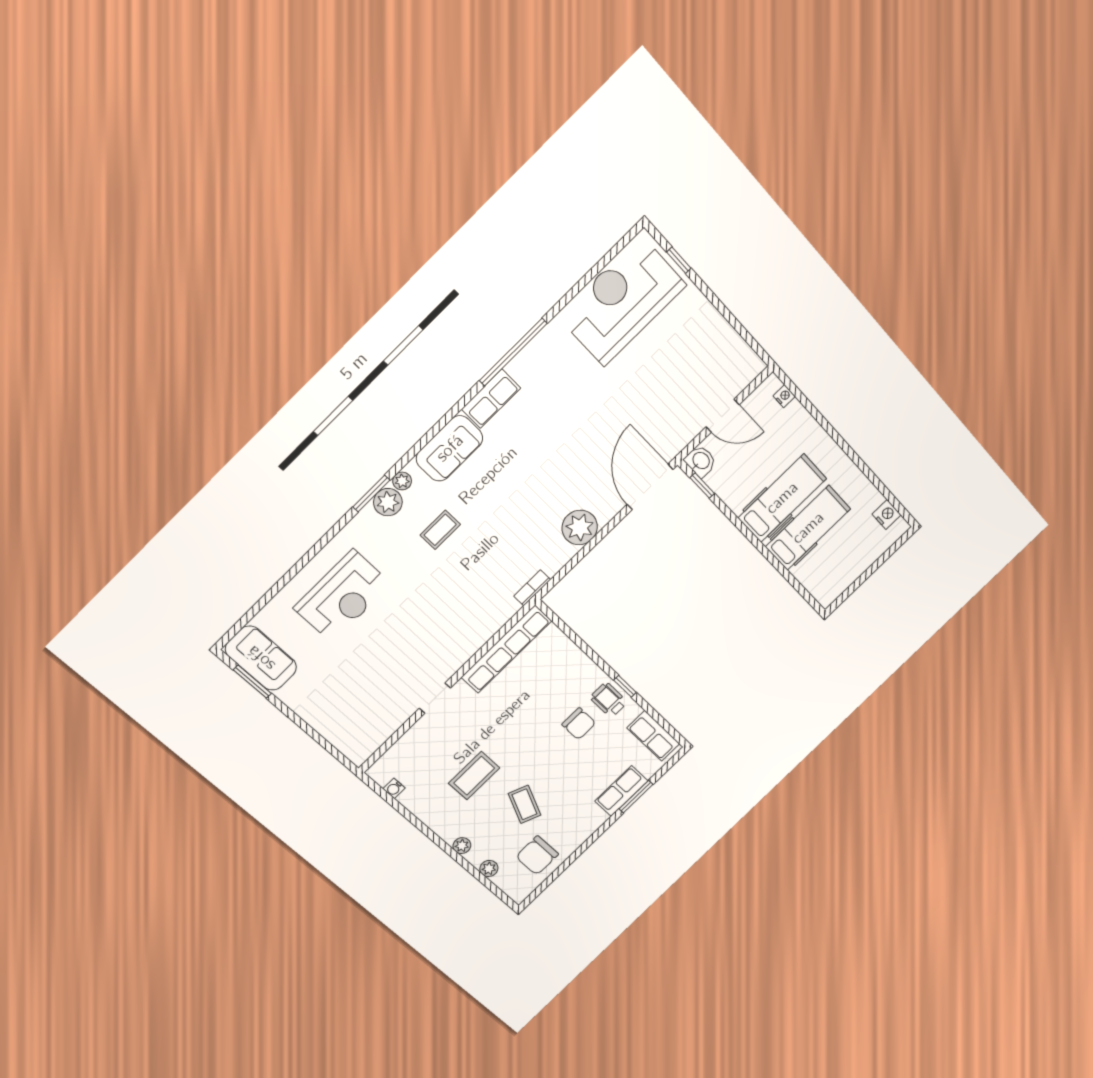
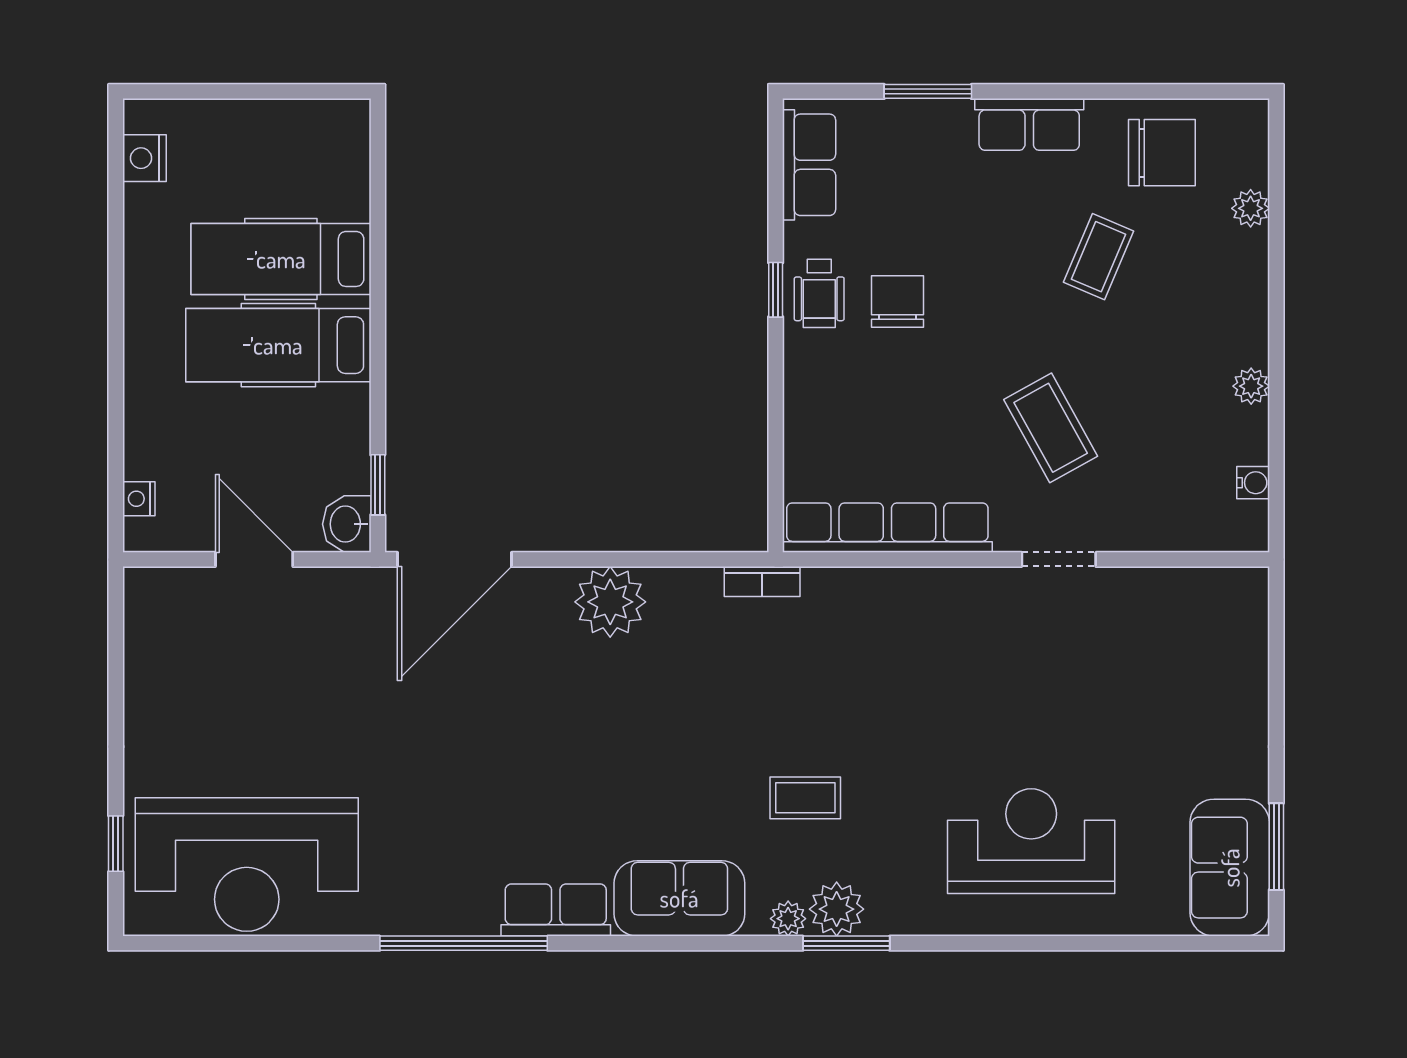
coffee table: (474, 776) -> (1051, 428), moved, turned 61
row of seats: (621, 791) -> (1029, 124), moved
plant: (462, 846) -> (1251, 386), moved

